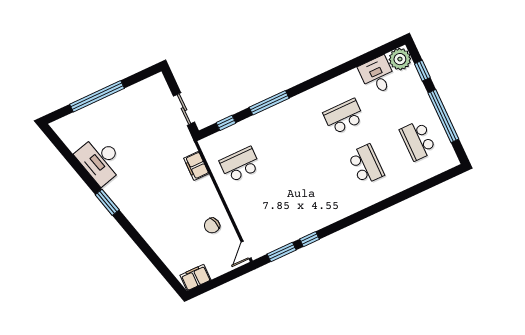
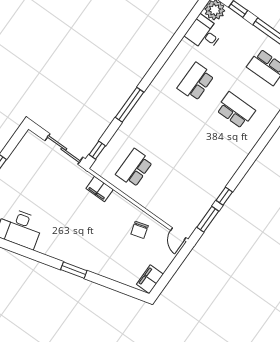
sliding door: (184, 109) -> (64, 149), width x1.37
window: (226, 123) -> (97, 150), moved
window: (107, 202) -> (74, 270), moved

